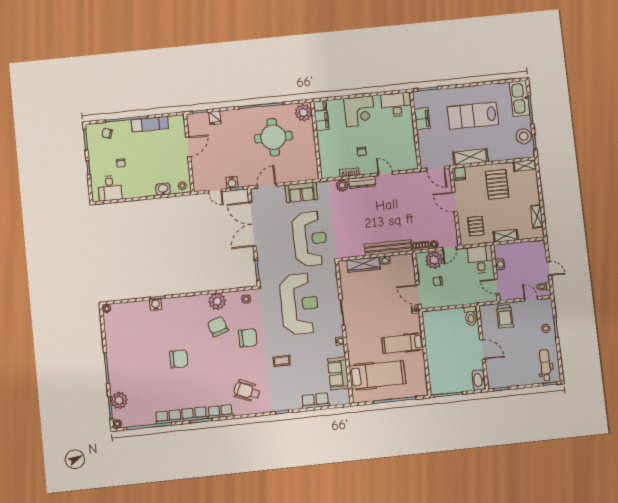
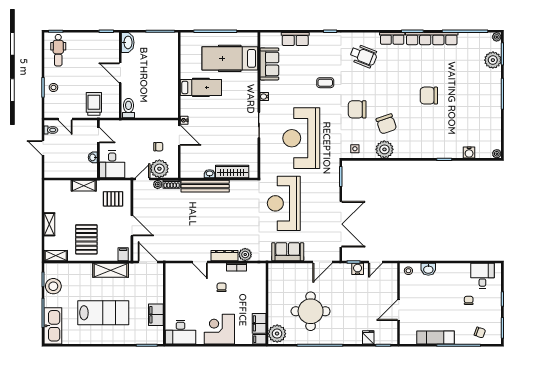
door: (215, 191) -> (375, 262), swing flipped
shelving: (537, 216) -> (49, 224), moved
pallet: (476, 226) -> (113, 199), turned 90
water cooler: (156, 305) -> (469, 153), moved

